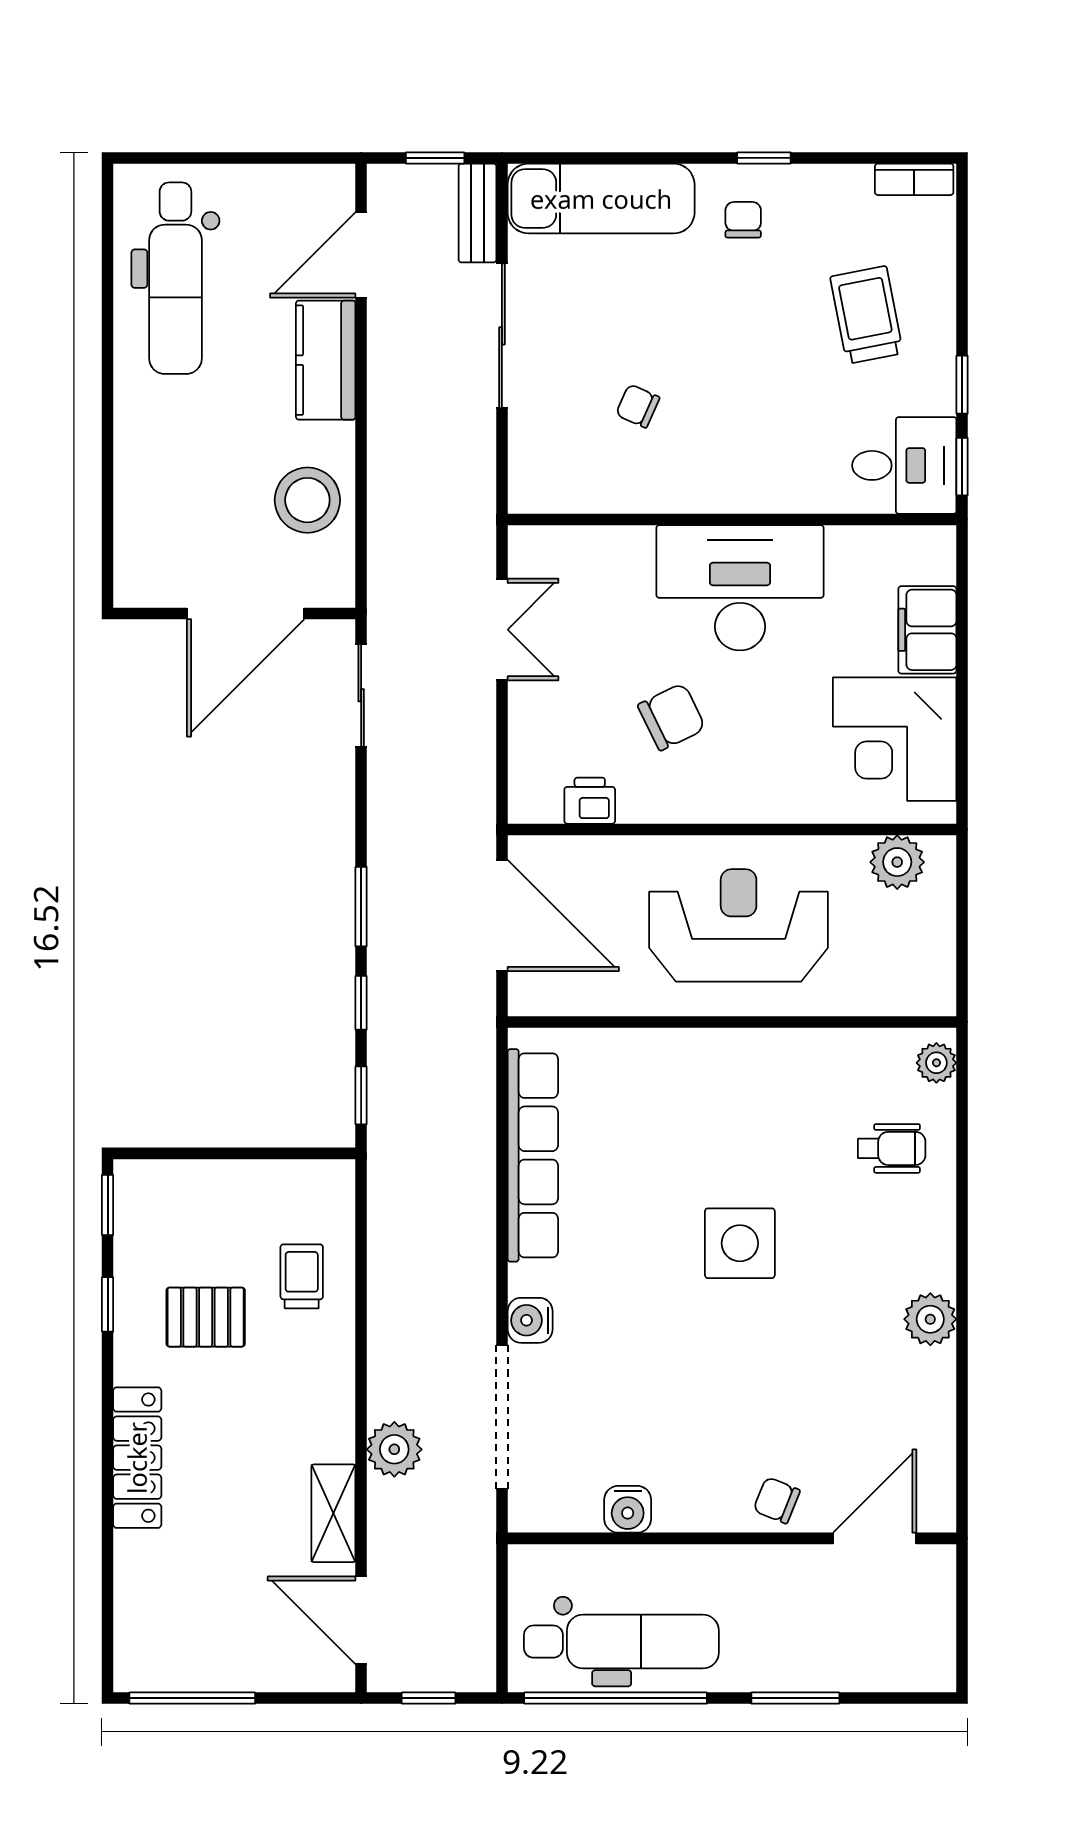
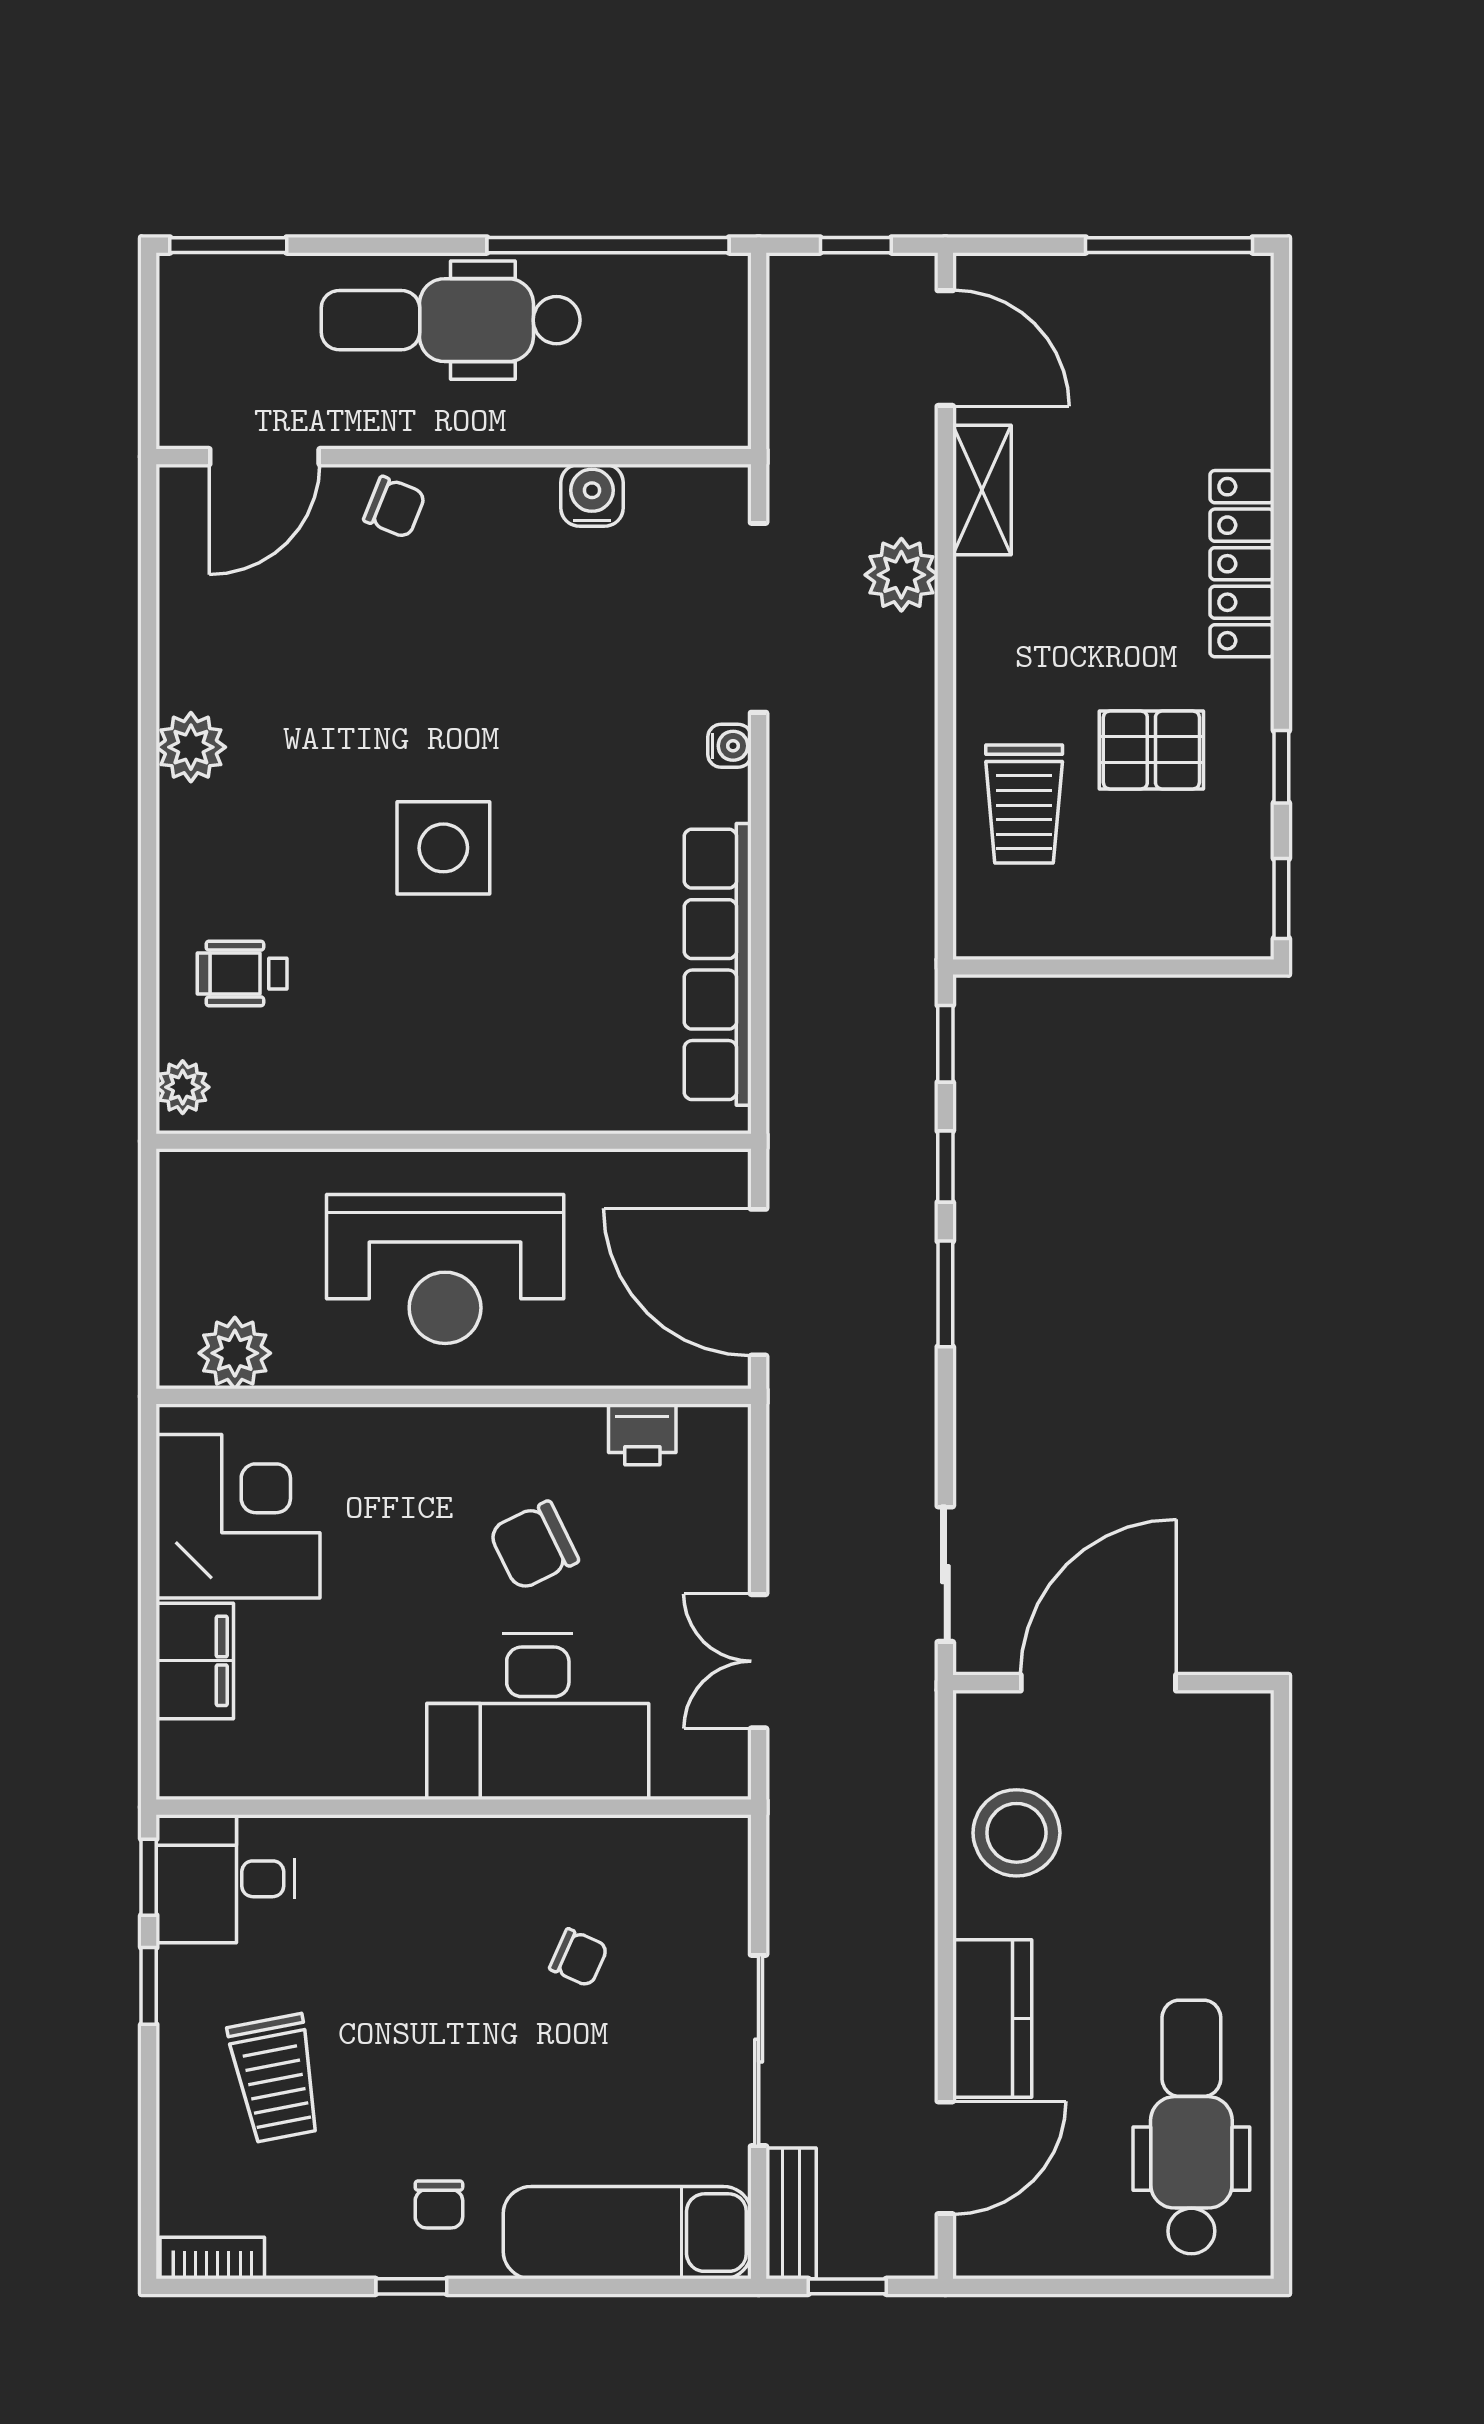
desk: (740, 588) -> (538, 1717), moved
trolley: (302, 1276) -> (1024, 804), width x1.36, depth x1.39
water cooler: (530, 1320) -> (730, 746), width x0.72, depth x0.72
dental chair: (621, 1642) -> (451, 320), moved
window: (795, 1698) -> (228, 245), moved

